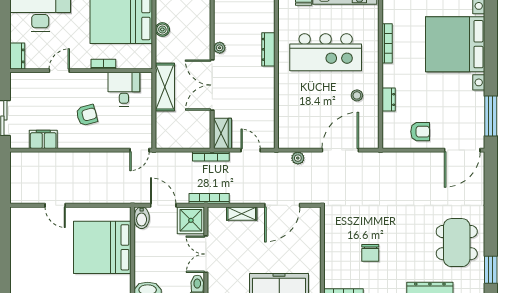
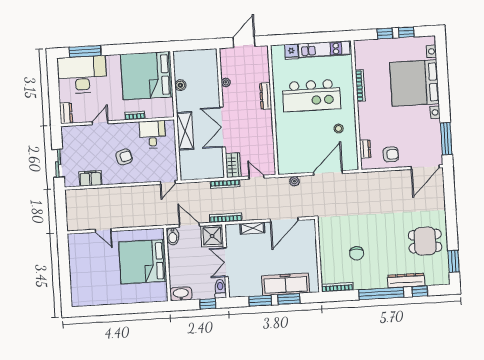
plant: (220, 48) -> (226, 82), moved
dresser: (389, 99) -> (365, 149), moved
dining table: (457, 243) -> (425, 241), width x0.73

